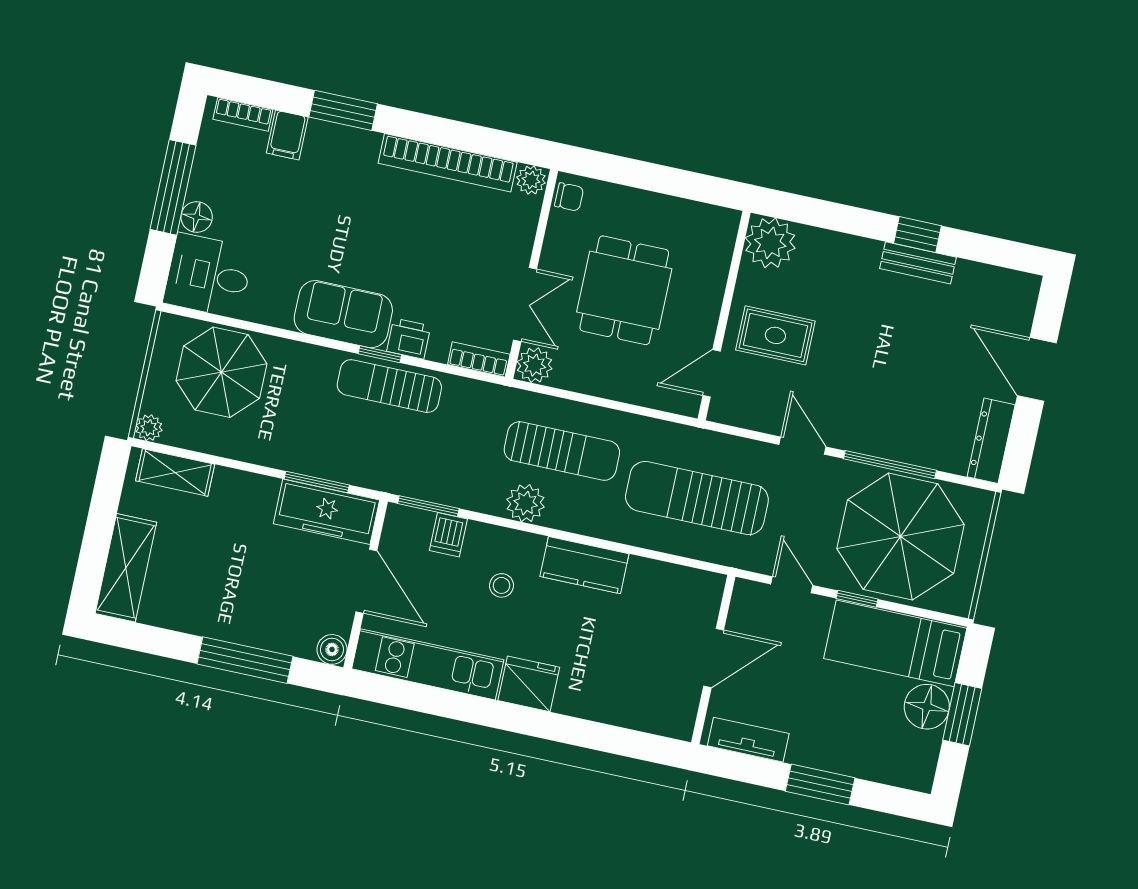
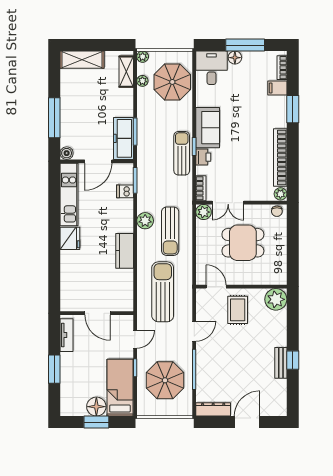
plant: (204, 440) -> (142, 81), added
parasol: (901, 537) -> (165, 380), width x0.73, depth x0.73
stool: (502, 585) -> (109, 218), removed

